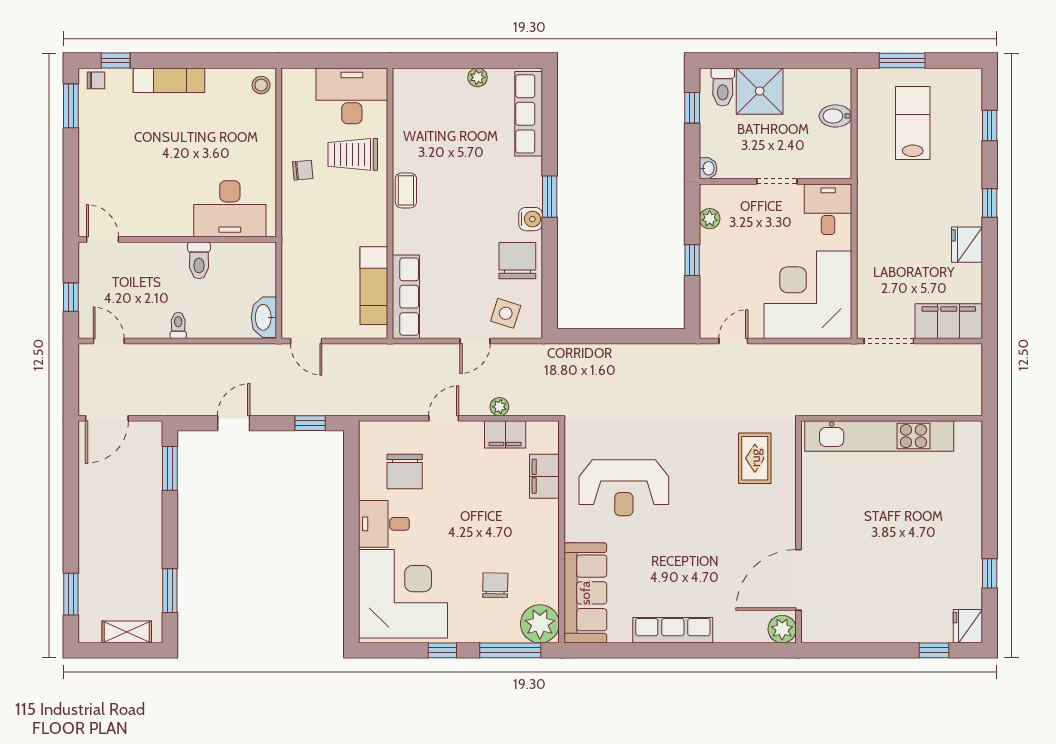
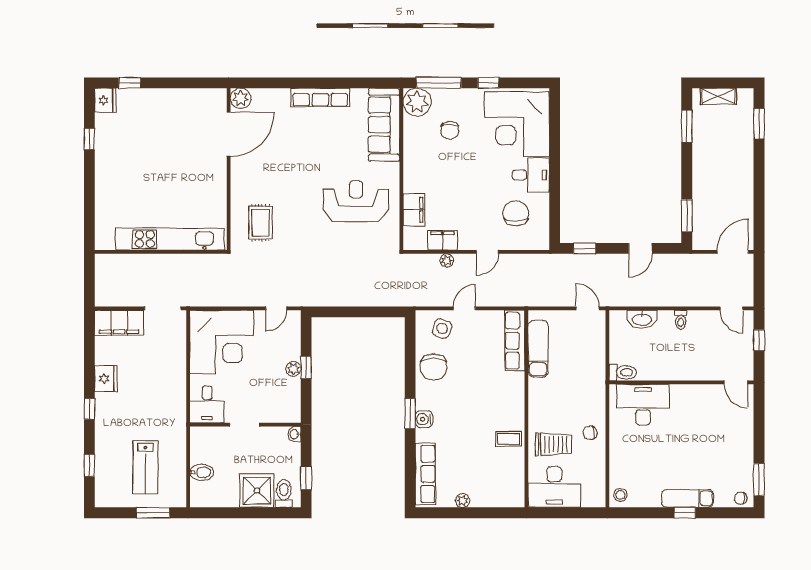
window: (116, 61) -> (685, 513), moved
coffee table: (406, 190) -> (509, 439), moved, turned 90
water cooler: (531, 219) -> (424, 419), moved
plant: (710, 219) -> (293, 369), moved
toilet: (199, 260) -> (623, 372), moved, turned 90
washbasin: (264, 317) -> (642, 319), moved, turned 90

